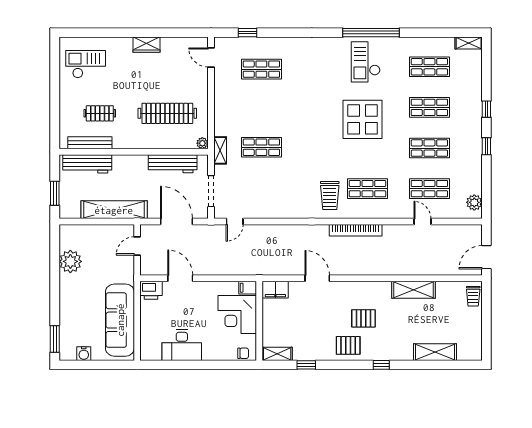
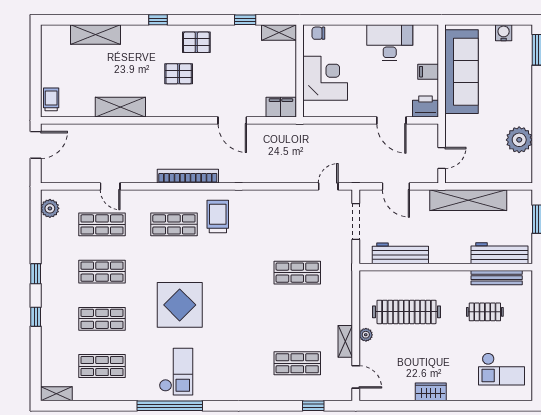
plant: (202, 143) -> (366, 335), moved
shelving: (220, 150) -> (345, 341), moved
door: (176, 221) -> (396, 186), width x0.73
filing cabinet: (248, 288) -> (428, 72), moved, turned 180

